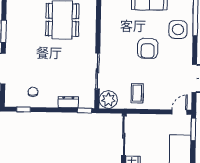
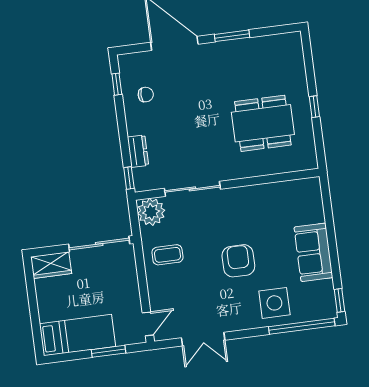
armchair: (148, 48) -> (238, 261), turned 90
door: (179, 112) -> (148, 324), hinge flipped
window: (193, 129) -> (109, 351), moved

